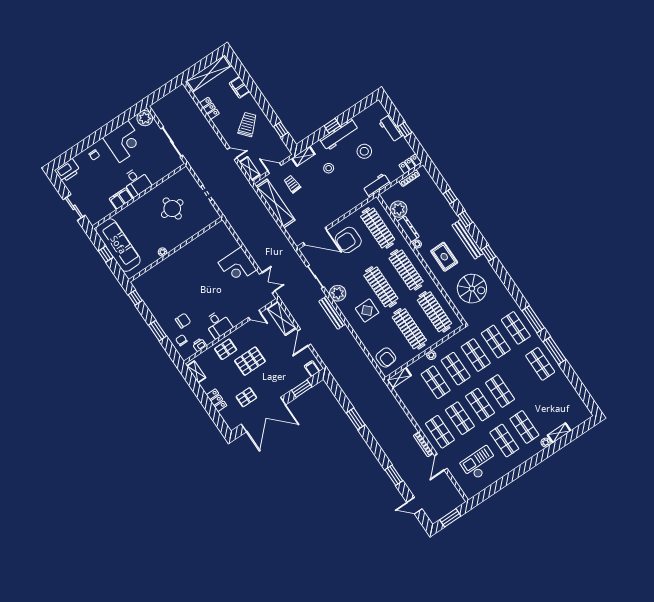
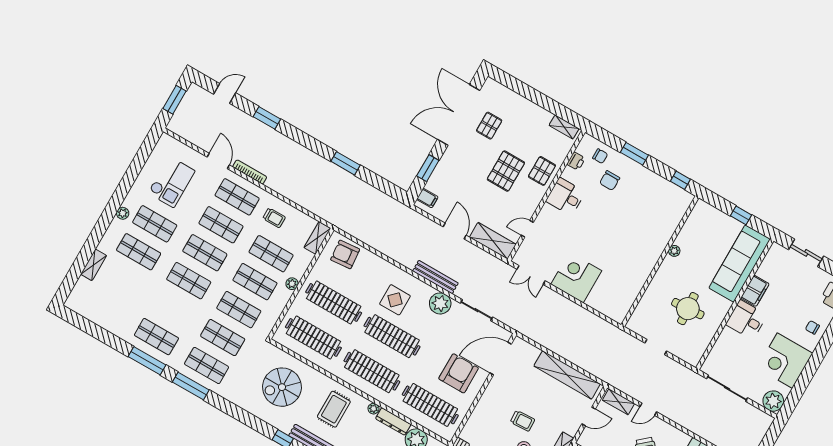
trolley: (292, 184) -> (523, 421), moved
sofa: (118, 245) -> (740, 263), moved, turned 90
rug: (444, 257) -> (334, 409), turned 90
locker: (217, 400) -> (523, 105), removed
trolley: (422, 406) -> (274, 218), added
plant: (546, 443) -> (123, 213), moved

